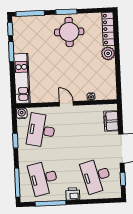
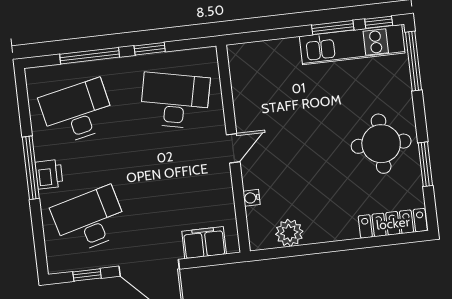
window: (66, 12) -> (425, 164), moved
plant: (108, 53) -> (289, 233), moved
kitchen unit: (22, 78) -> (352, 45), moved
water cooler: (22, 113) -> (207, 58), removed
window: (17, 183) -> (90, 56), moved
window: (51, 203) -> (31, 168), moved

